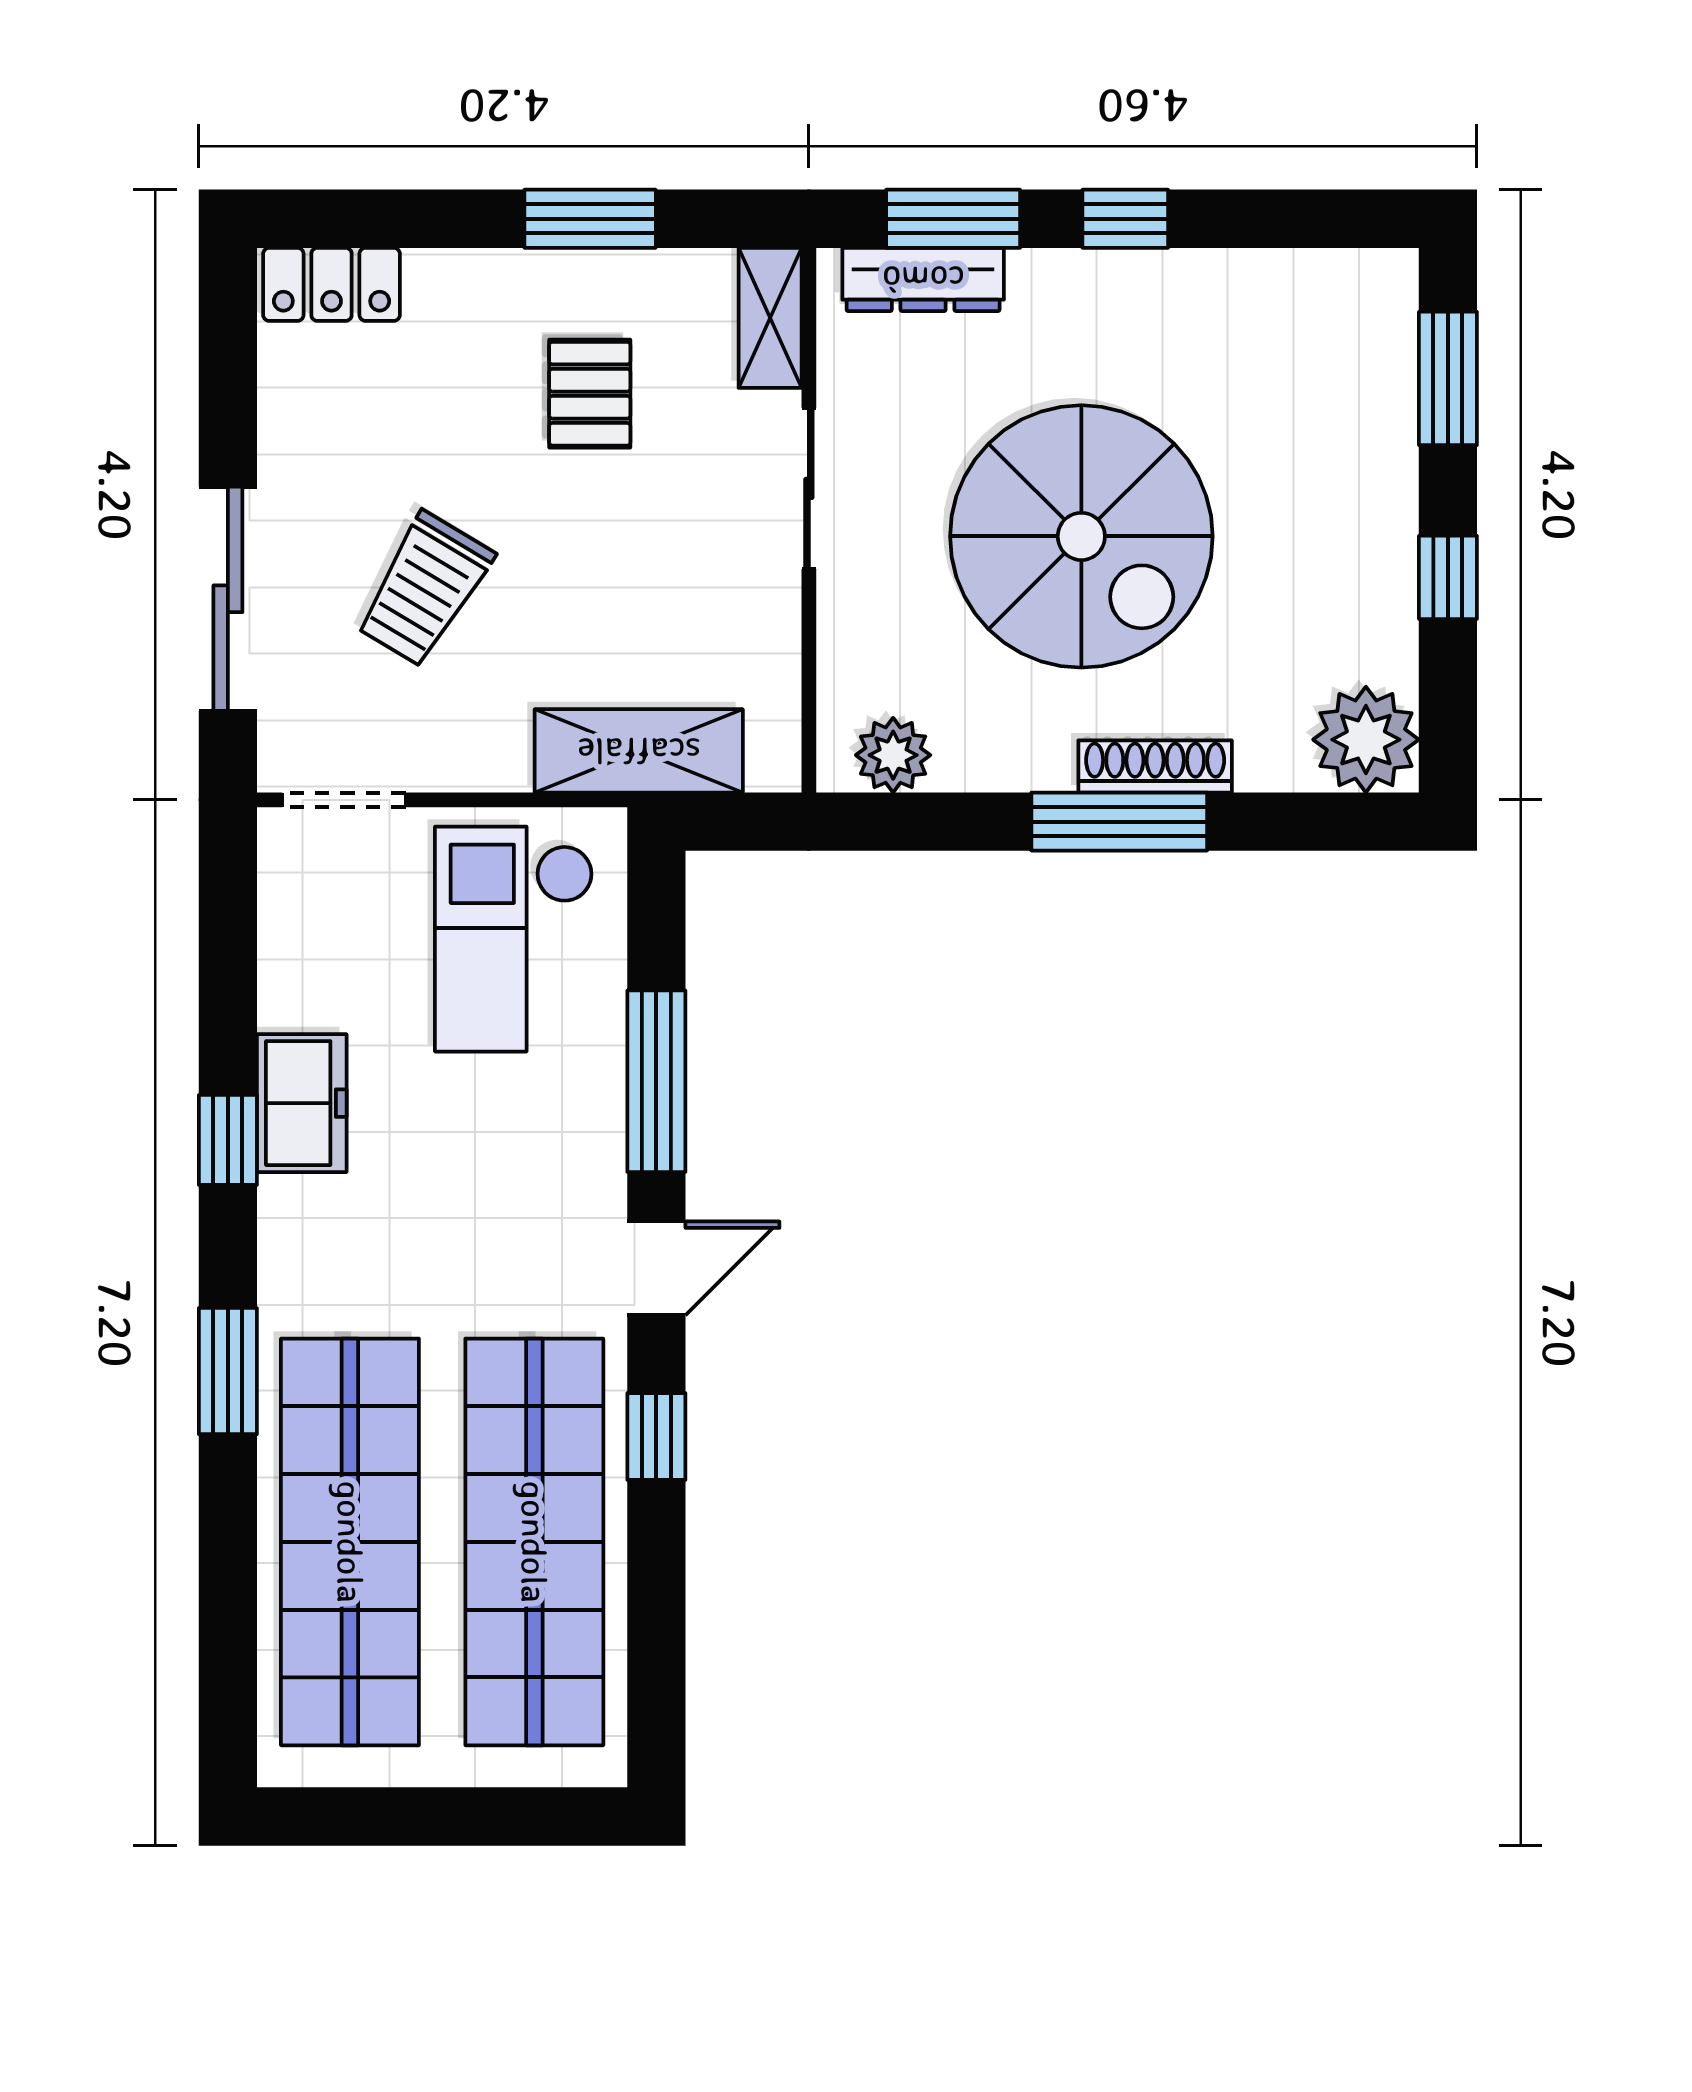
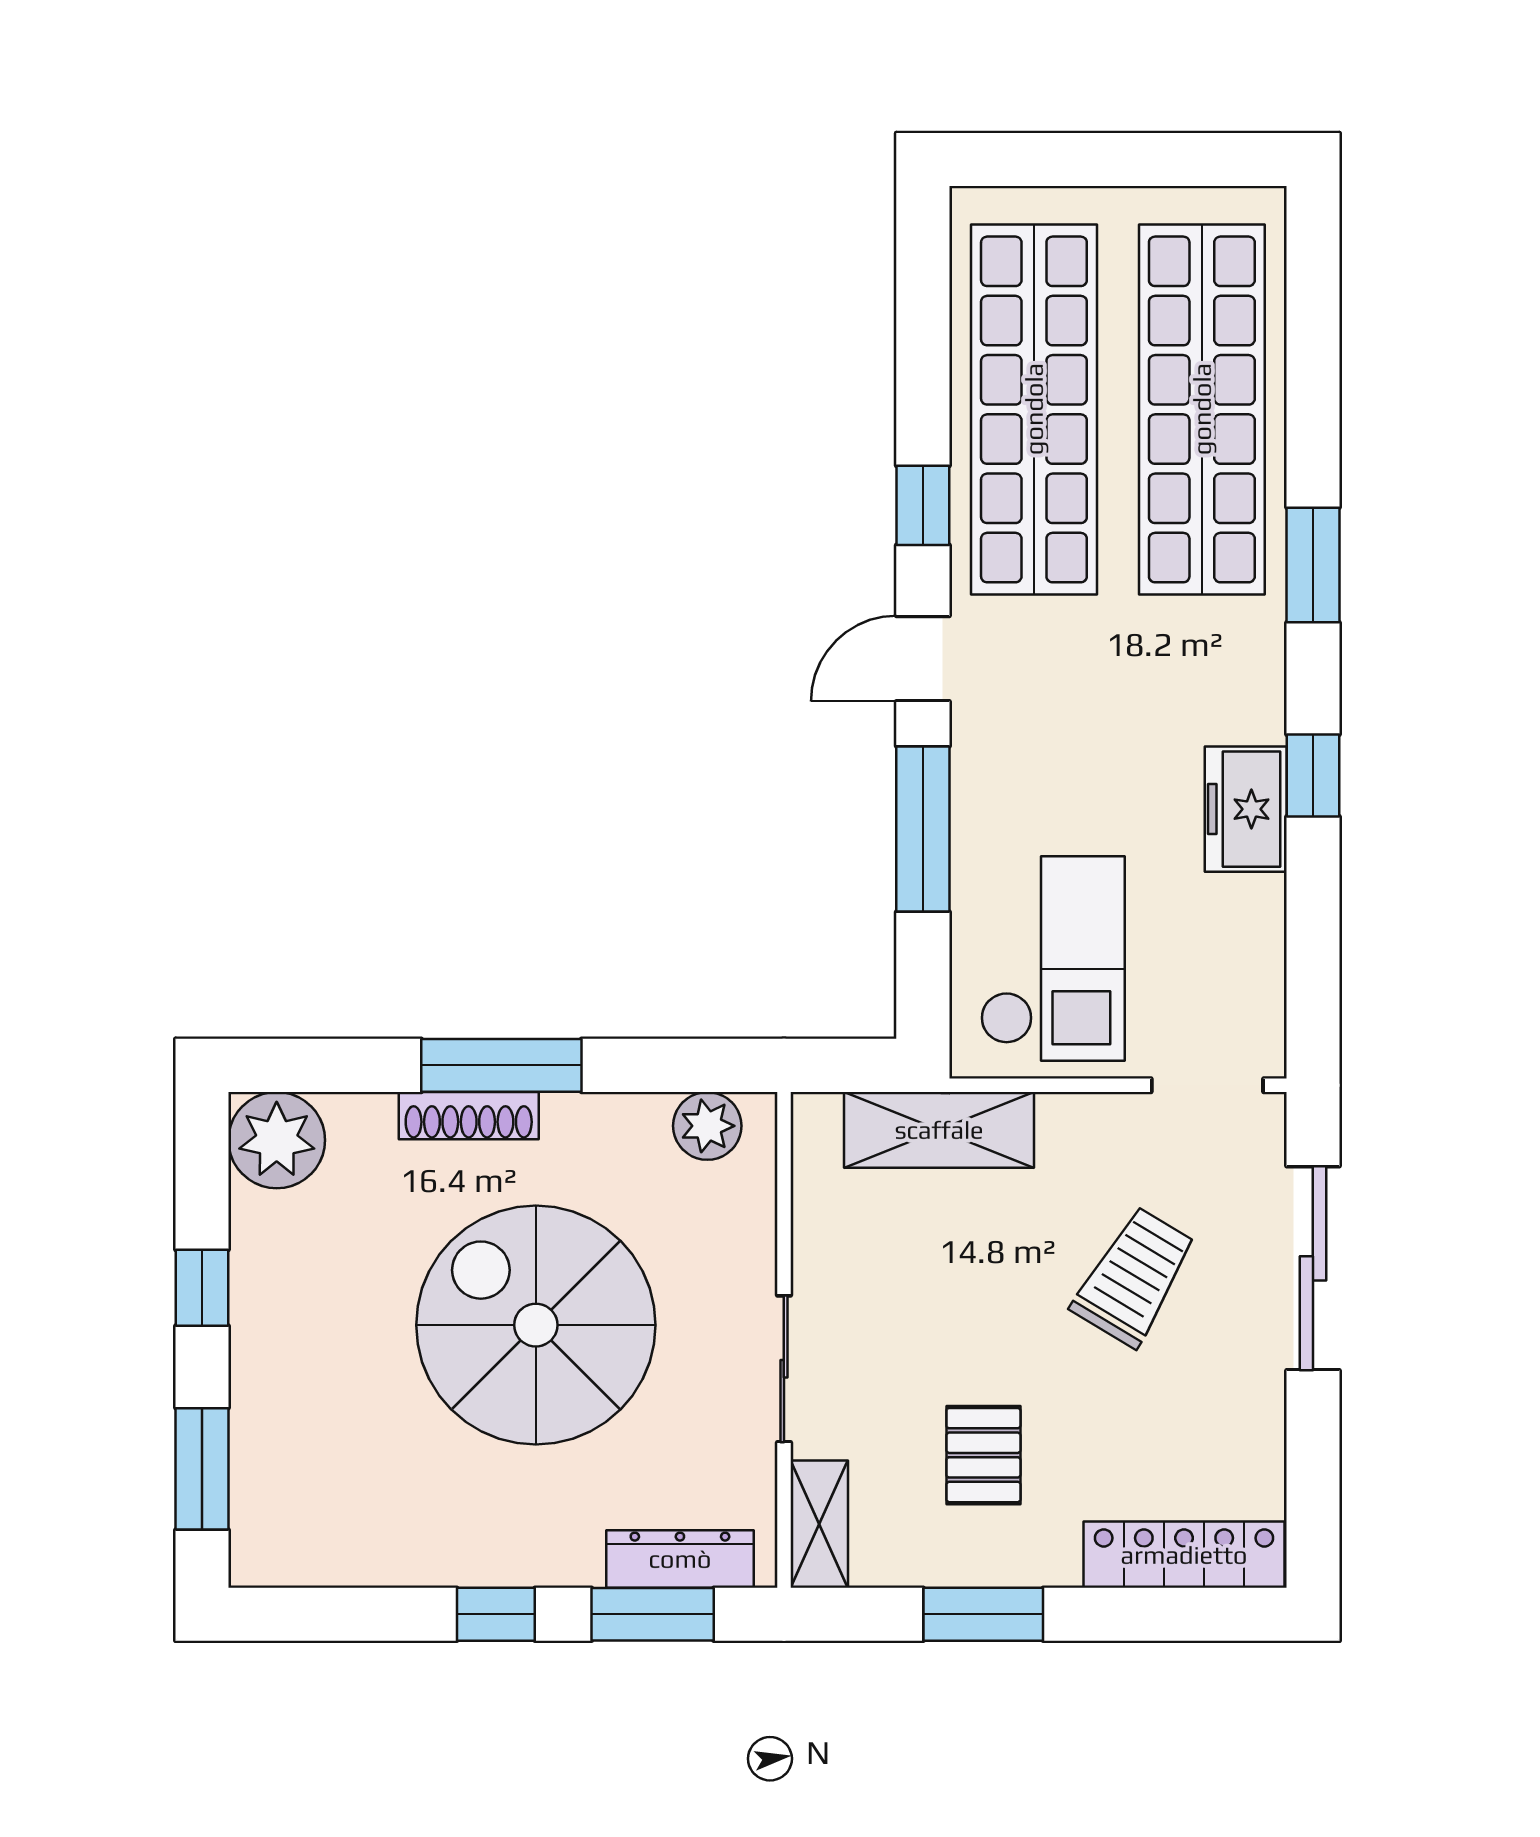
locker: (332, 284) -> (1184, 1555), width x1.53

